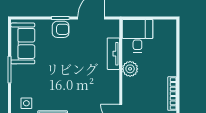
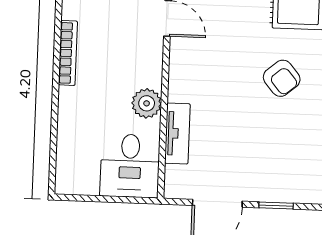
armchair: (61, 29) -> (282, 78), moved, turned -130

